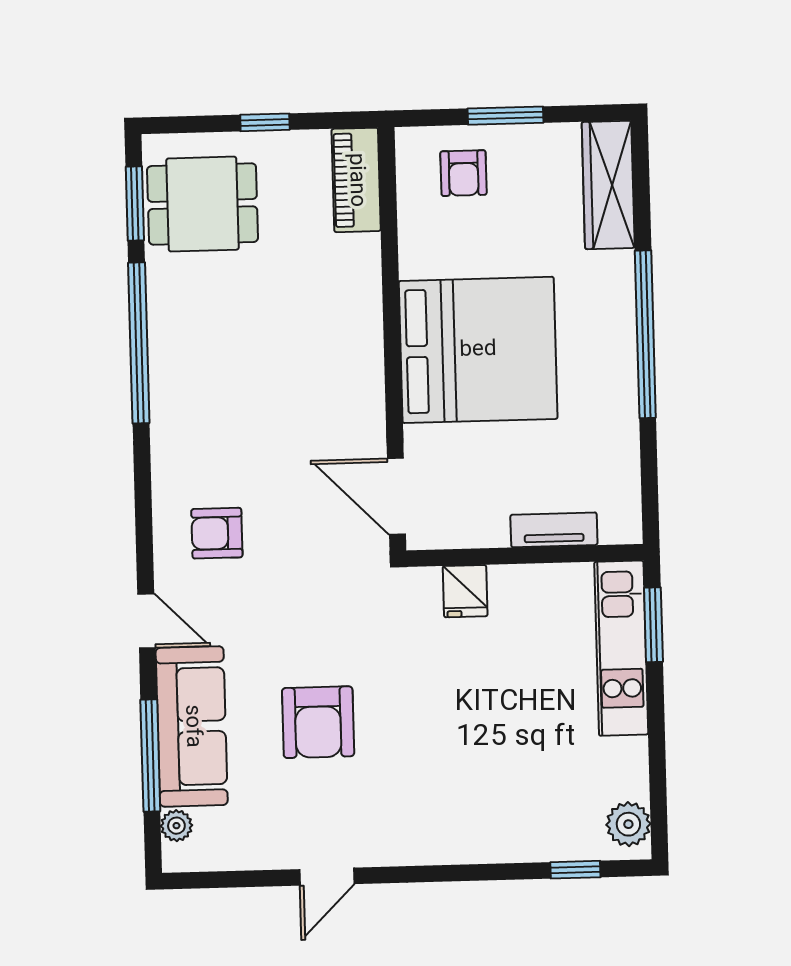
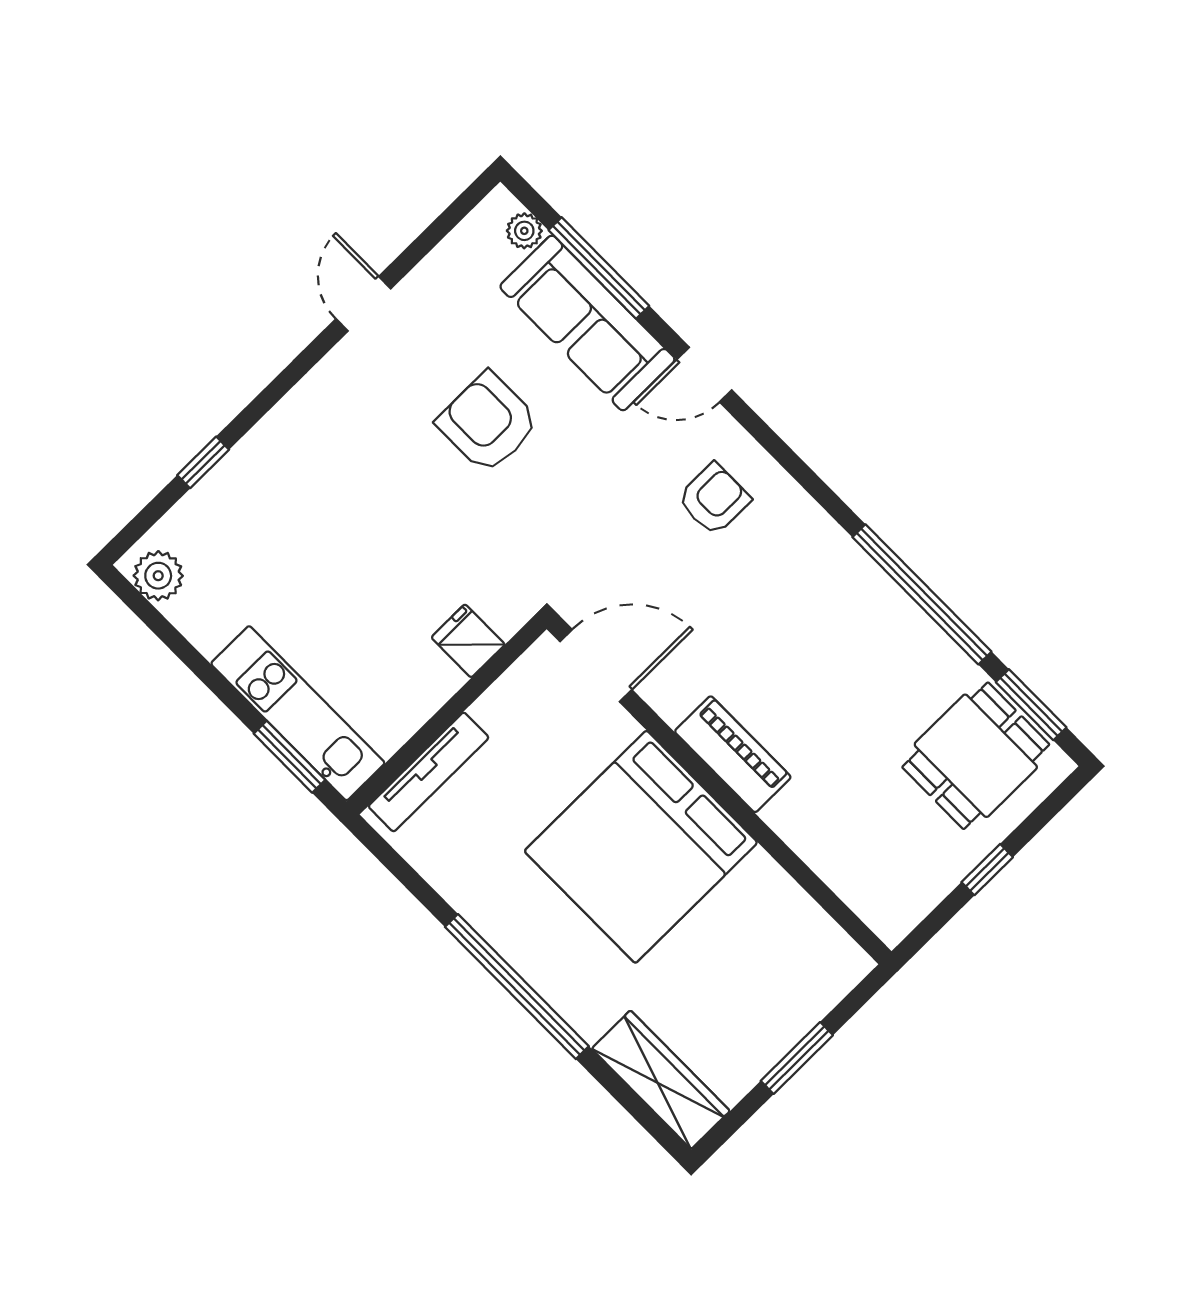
armchair: (464, 173) -> (787, 979), removed
piano: (356, 180) -> (733, 754), moved
tv unit: (554, 530) -> (429, 772), width x1.41
window: (575, 870) -> (203, 462), moved

